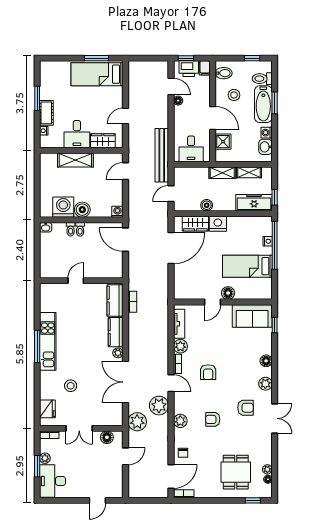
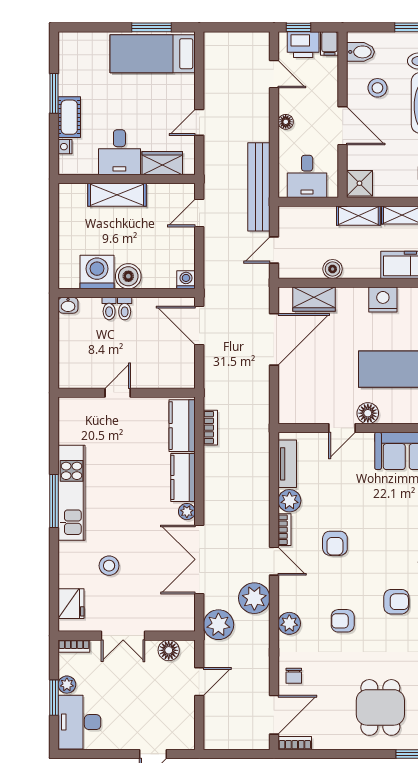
floor lamp: (178, 101) -> (286, 122), moved
shower: (223, 142) -> (359, 183), moved
nightstand: (218, 224) -> (383, 299), moved

